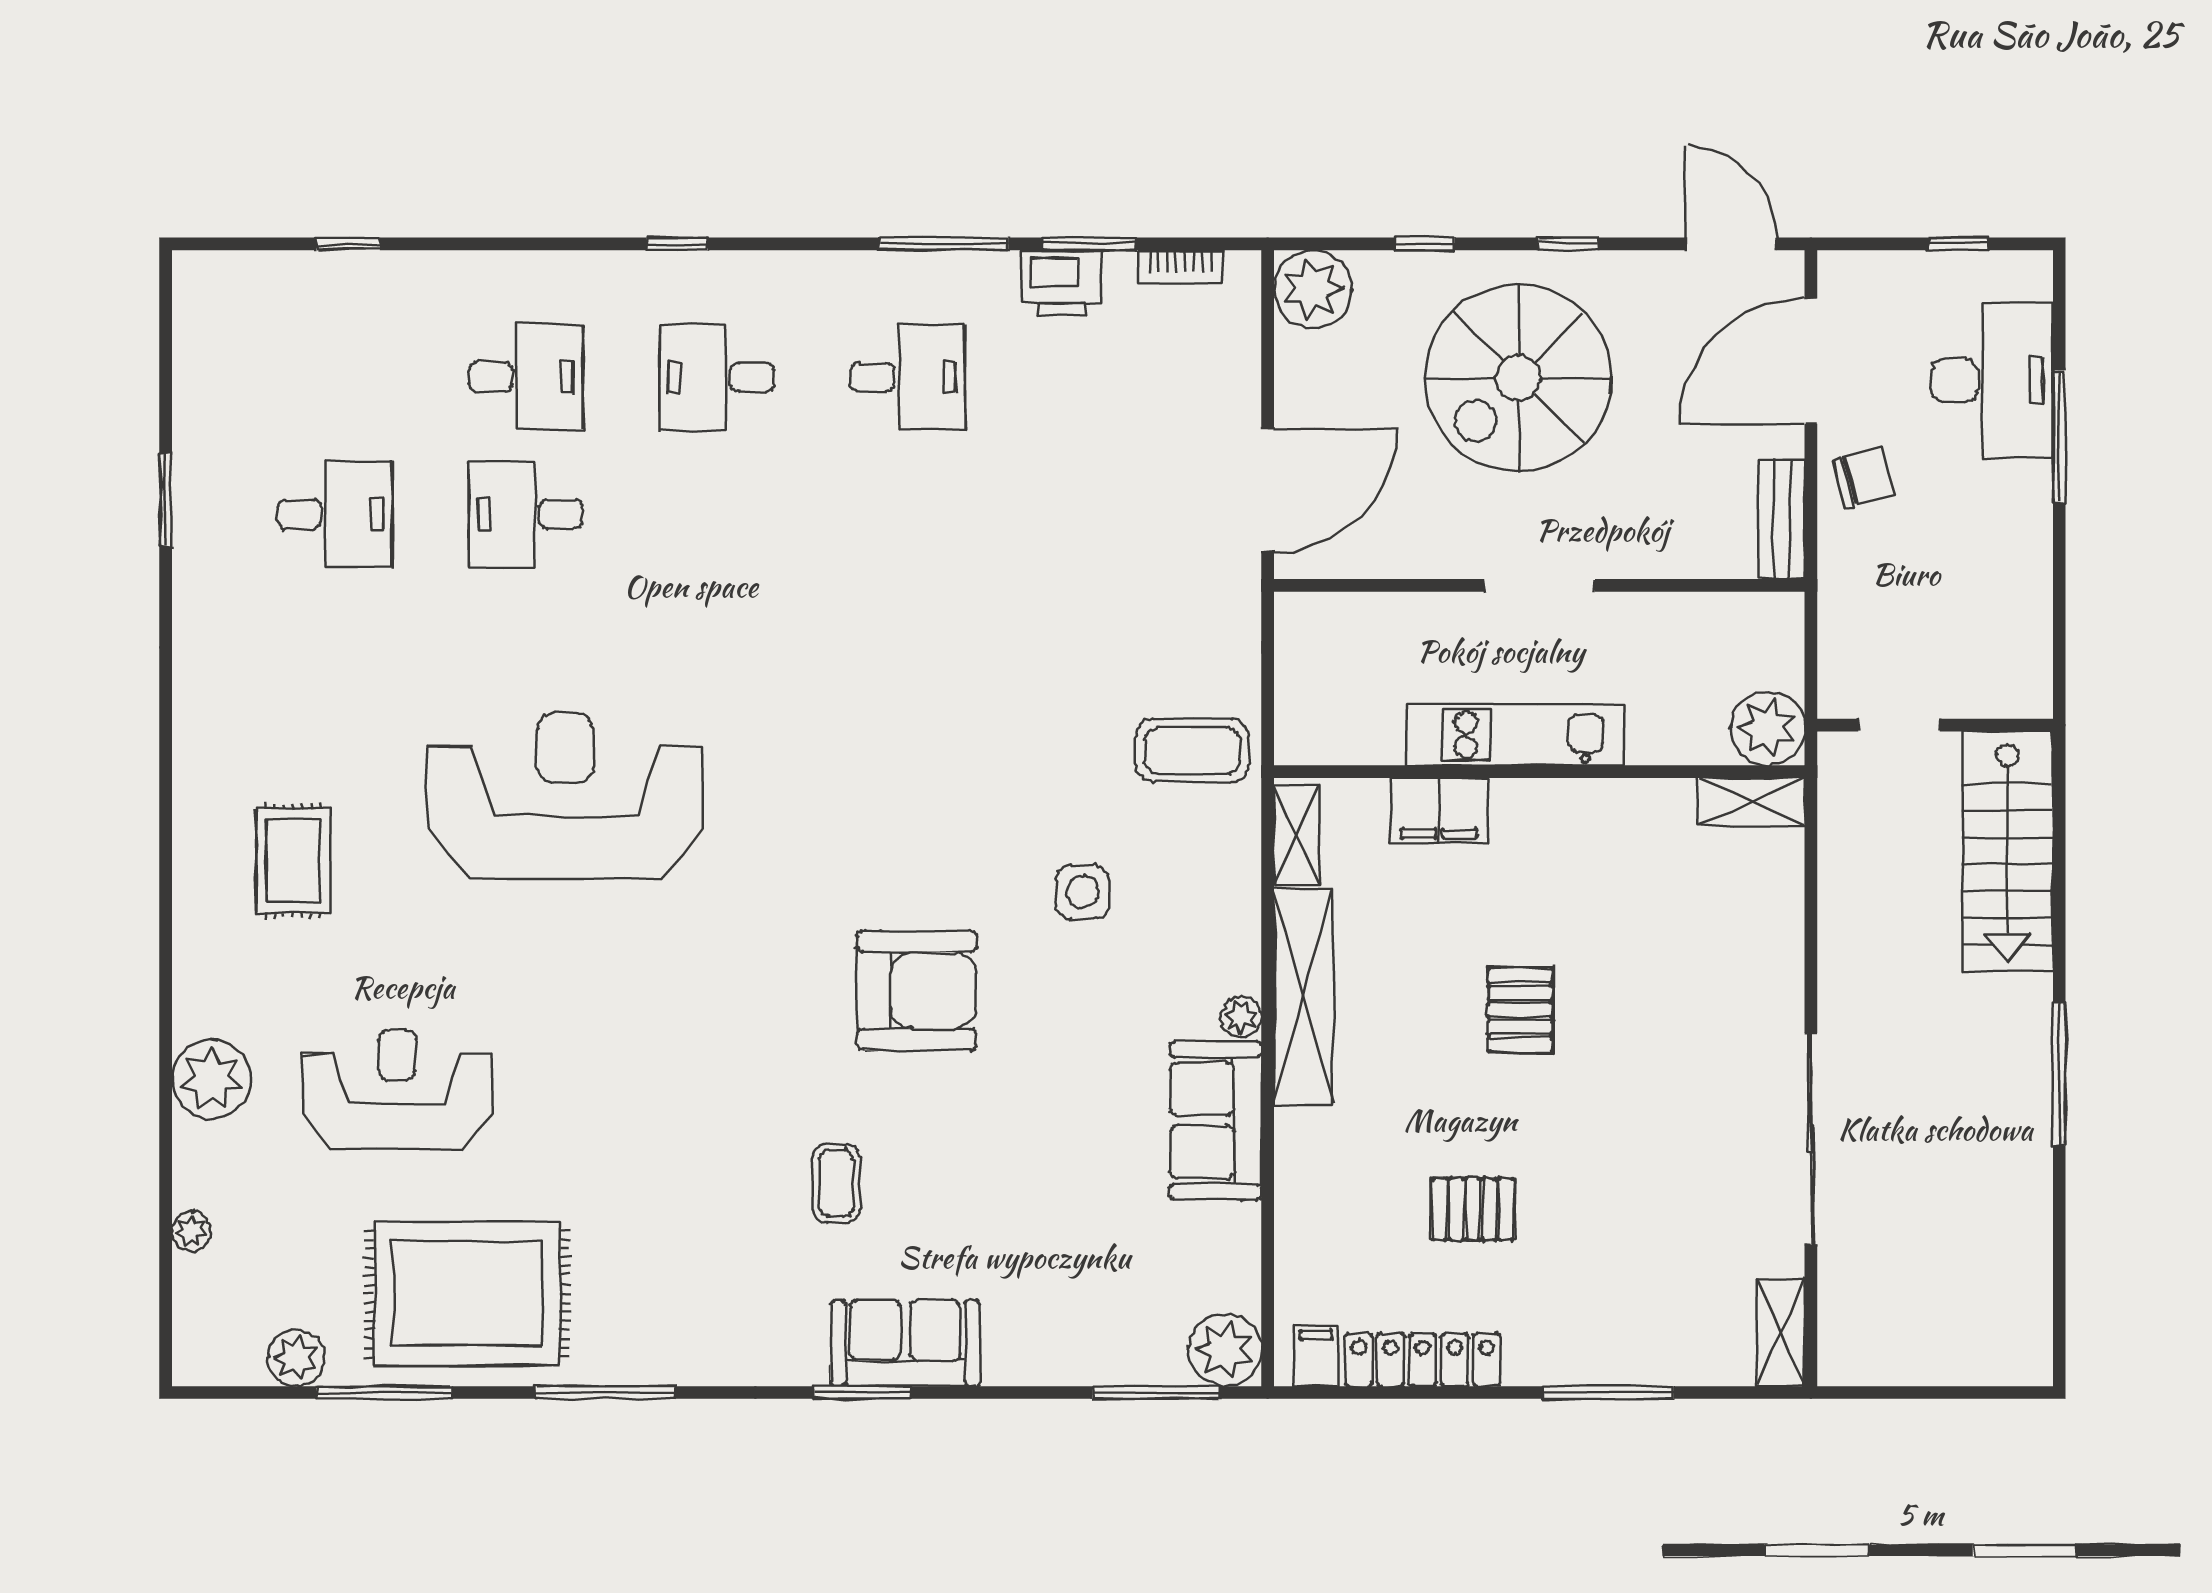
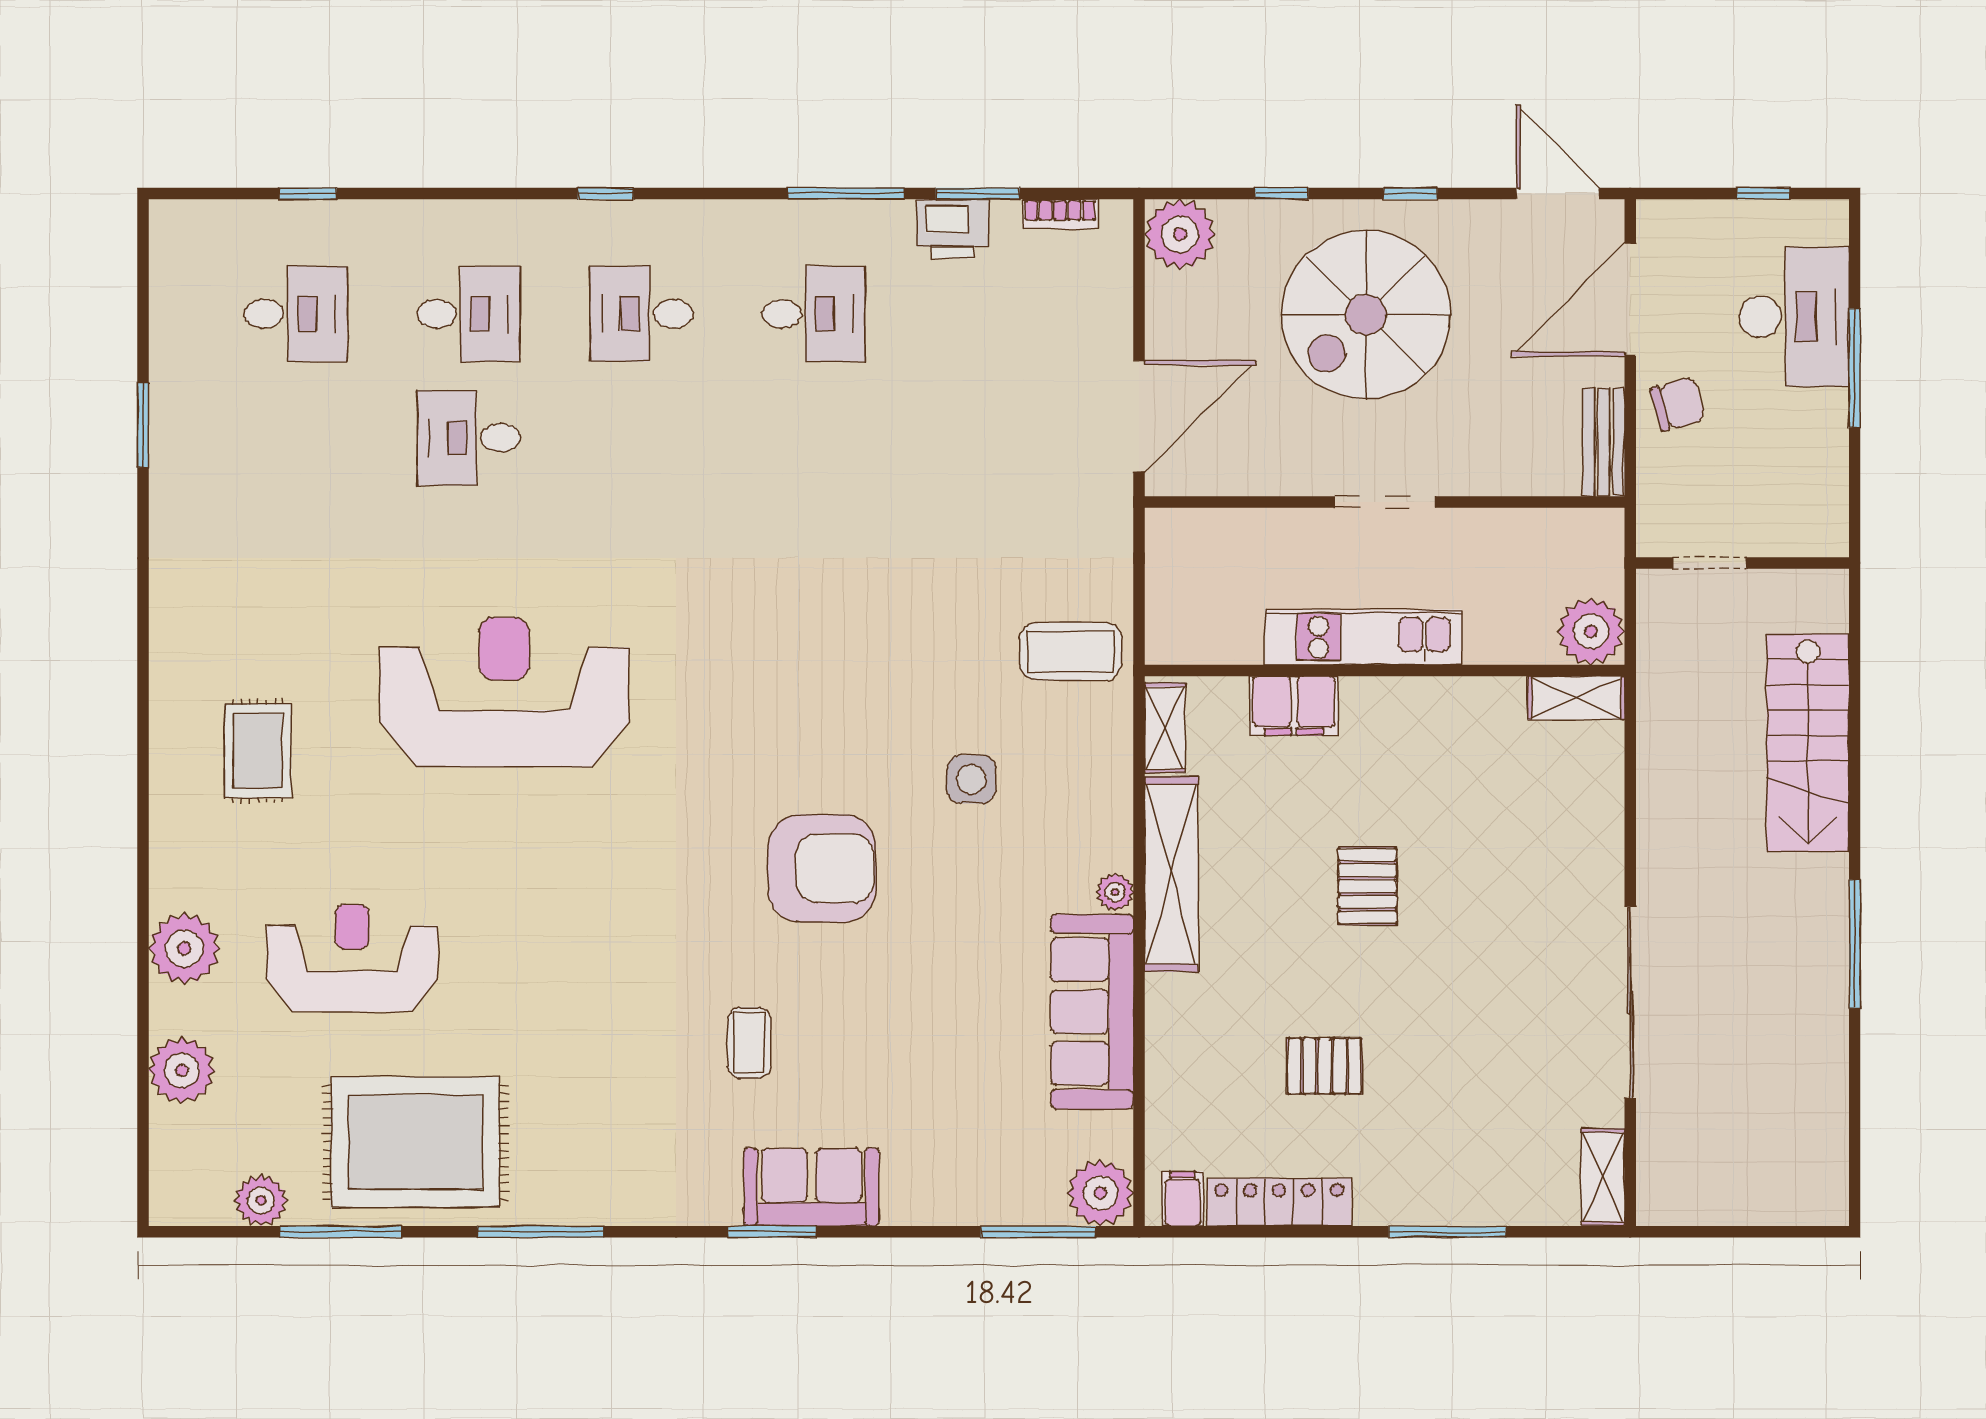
desk: (335, 514) -> (296, 314), moved
doorway: (1899, 725) -> (1710, 563), moved
wall: (1935, 725) -> (1742, 563), moved
sofa: (1216, 1120) -> (1092, 1012), width x1.36
plant: (191, 1231) -> (182, 1070), width x1.88, depth x1.88

